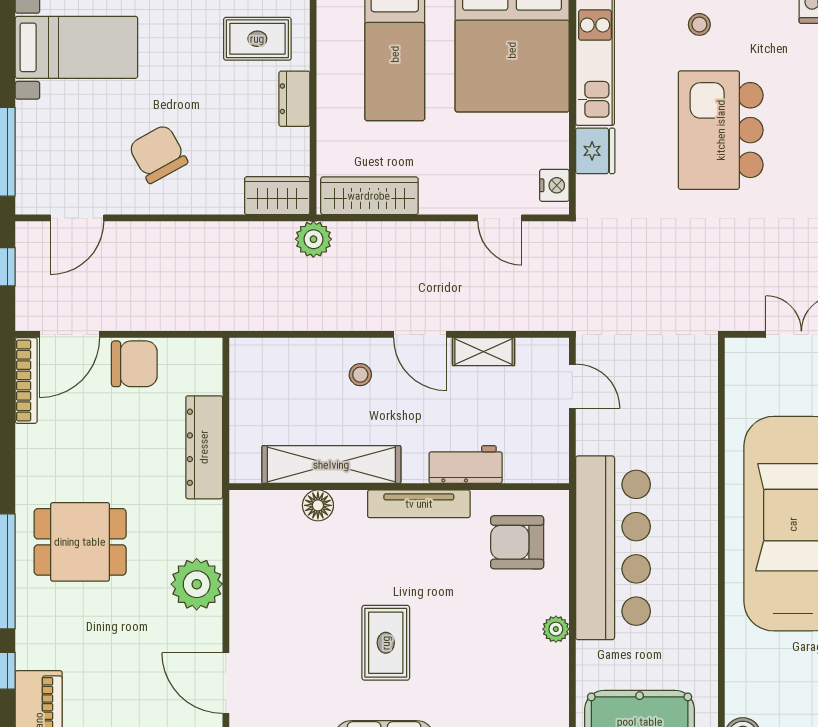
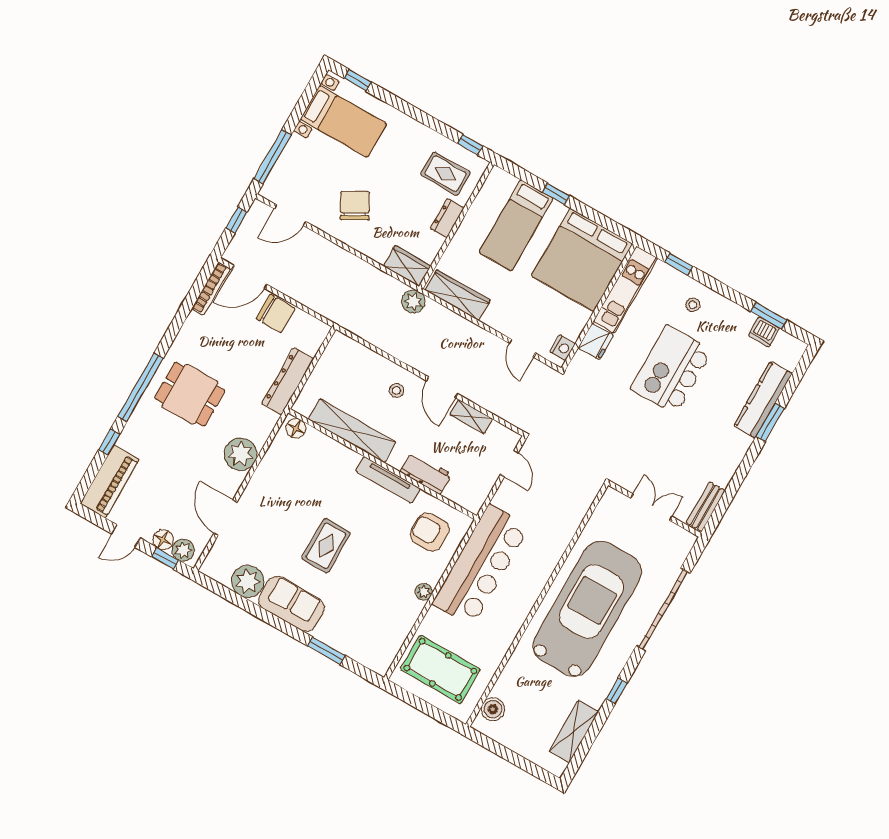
floor lamp: (318, 505) -> (296, 428), moved

